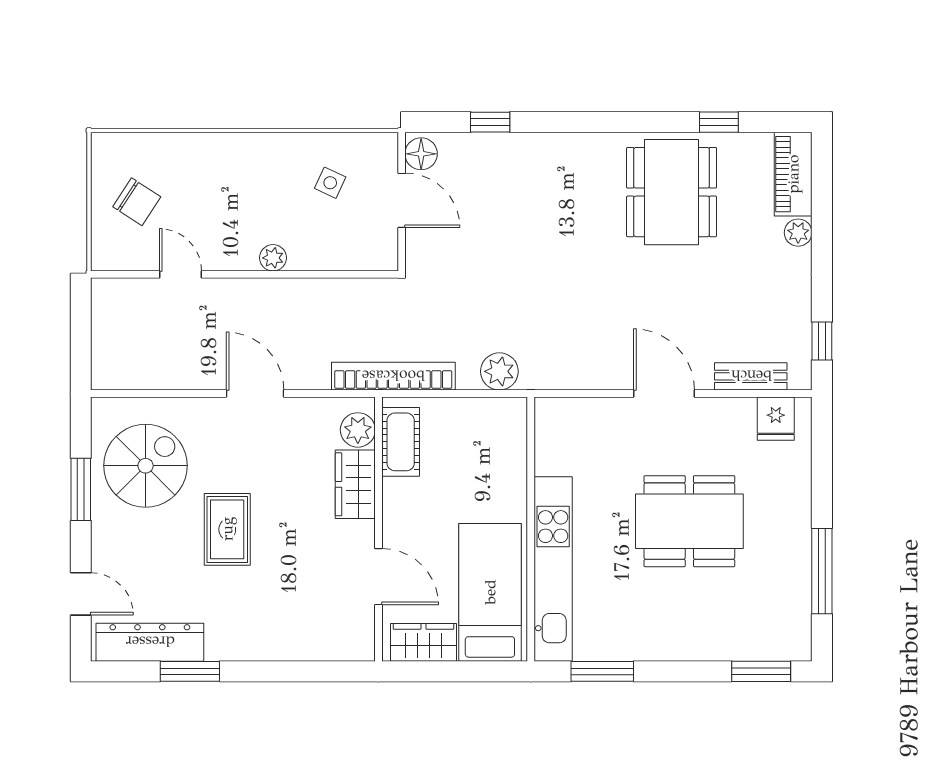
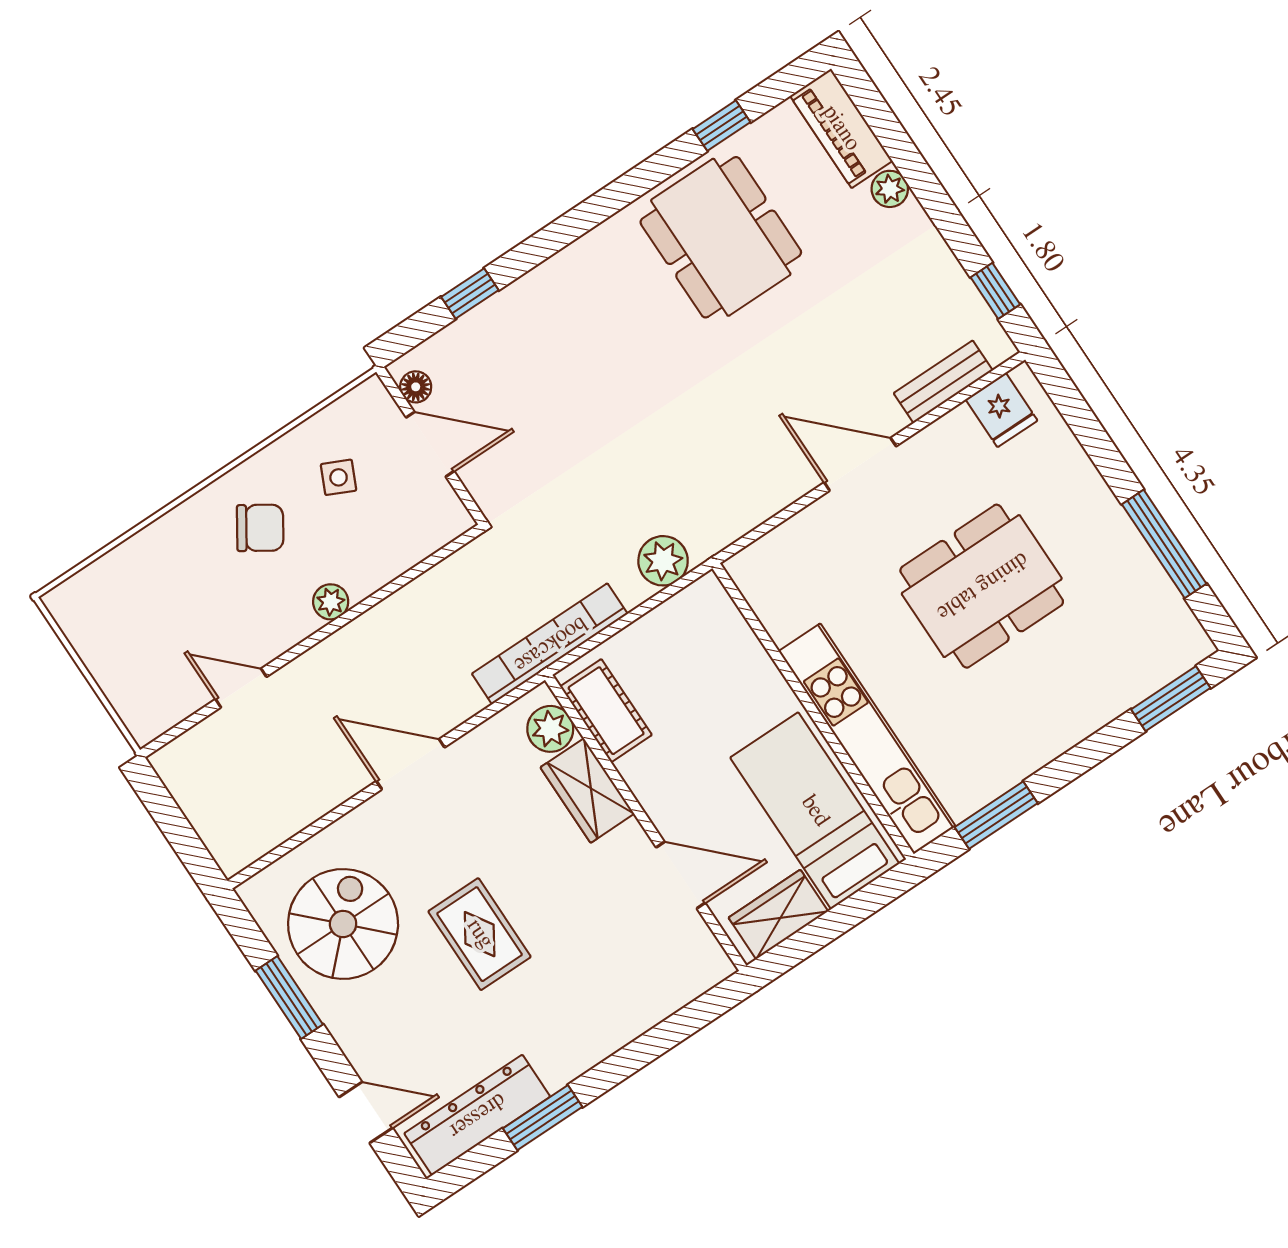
floor lamp: (421, 154) -> (416, 387), width x0.73, depth x0.73
chair: (137, 202) -> (260, 528), moved

